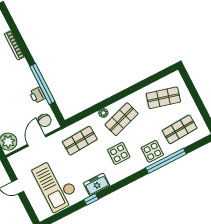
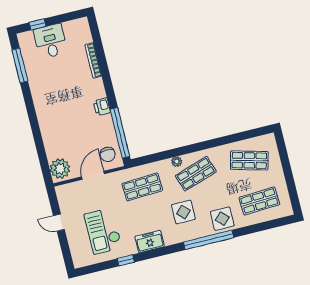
window: (42, 84) -> (120, 133), moved
printer: (37, 95) -> (102, 107), moved
window: (166, 161) -> (209, 240), moved
checkout: (56, 185) -> (103, 231), width x0.73, depth x0.83
window: (91, 199) -> (126, 260), moved

